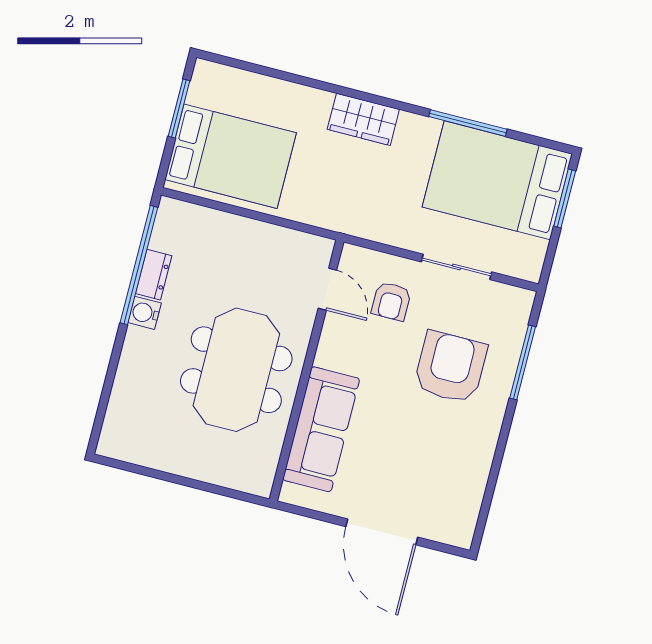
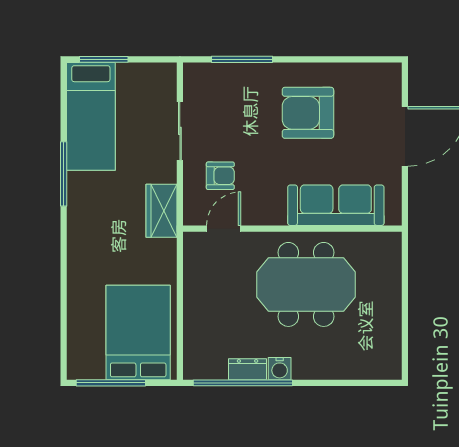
window: (179, 108) -> (111, 383), width x1.44
wardrobe: (363, 119) -> (161, 211), moved, turned 180
window: (468, 123) -> (64, 174), moved
bed: (497, 180) -> (91, 116), width x0.67
armchair: (450, 367) -> (308, 113), moved

